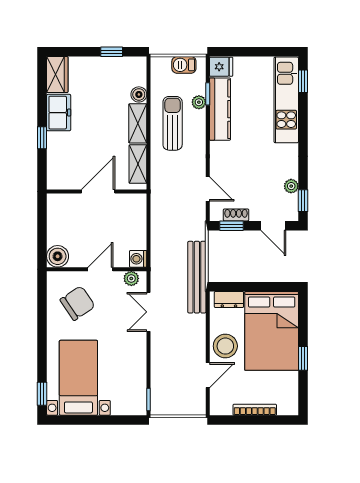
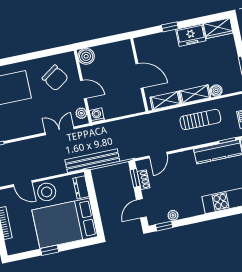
plant: (199, 102) -> (220, 135), removed

